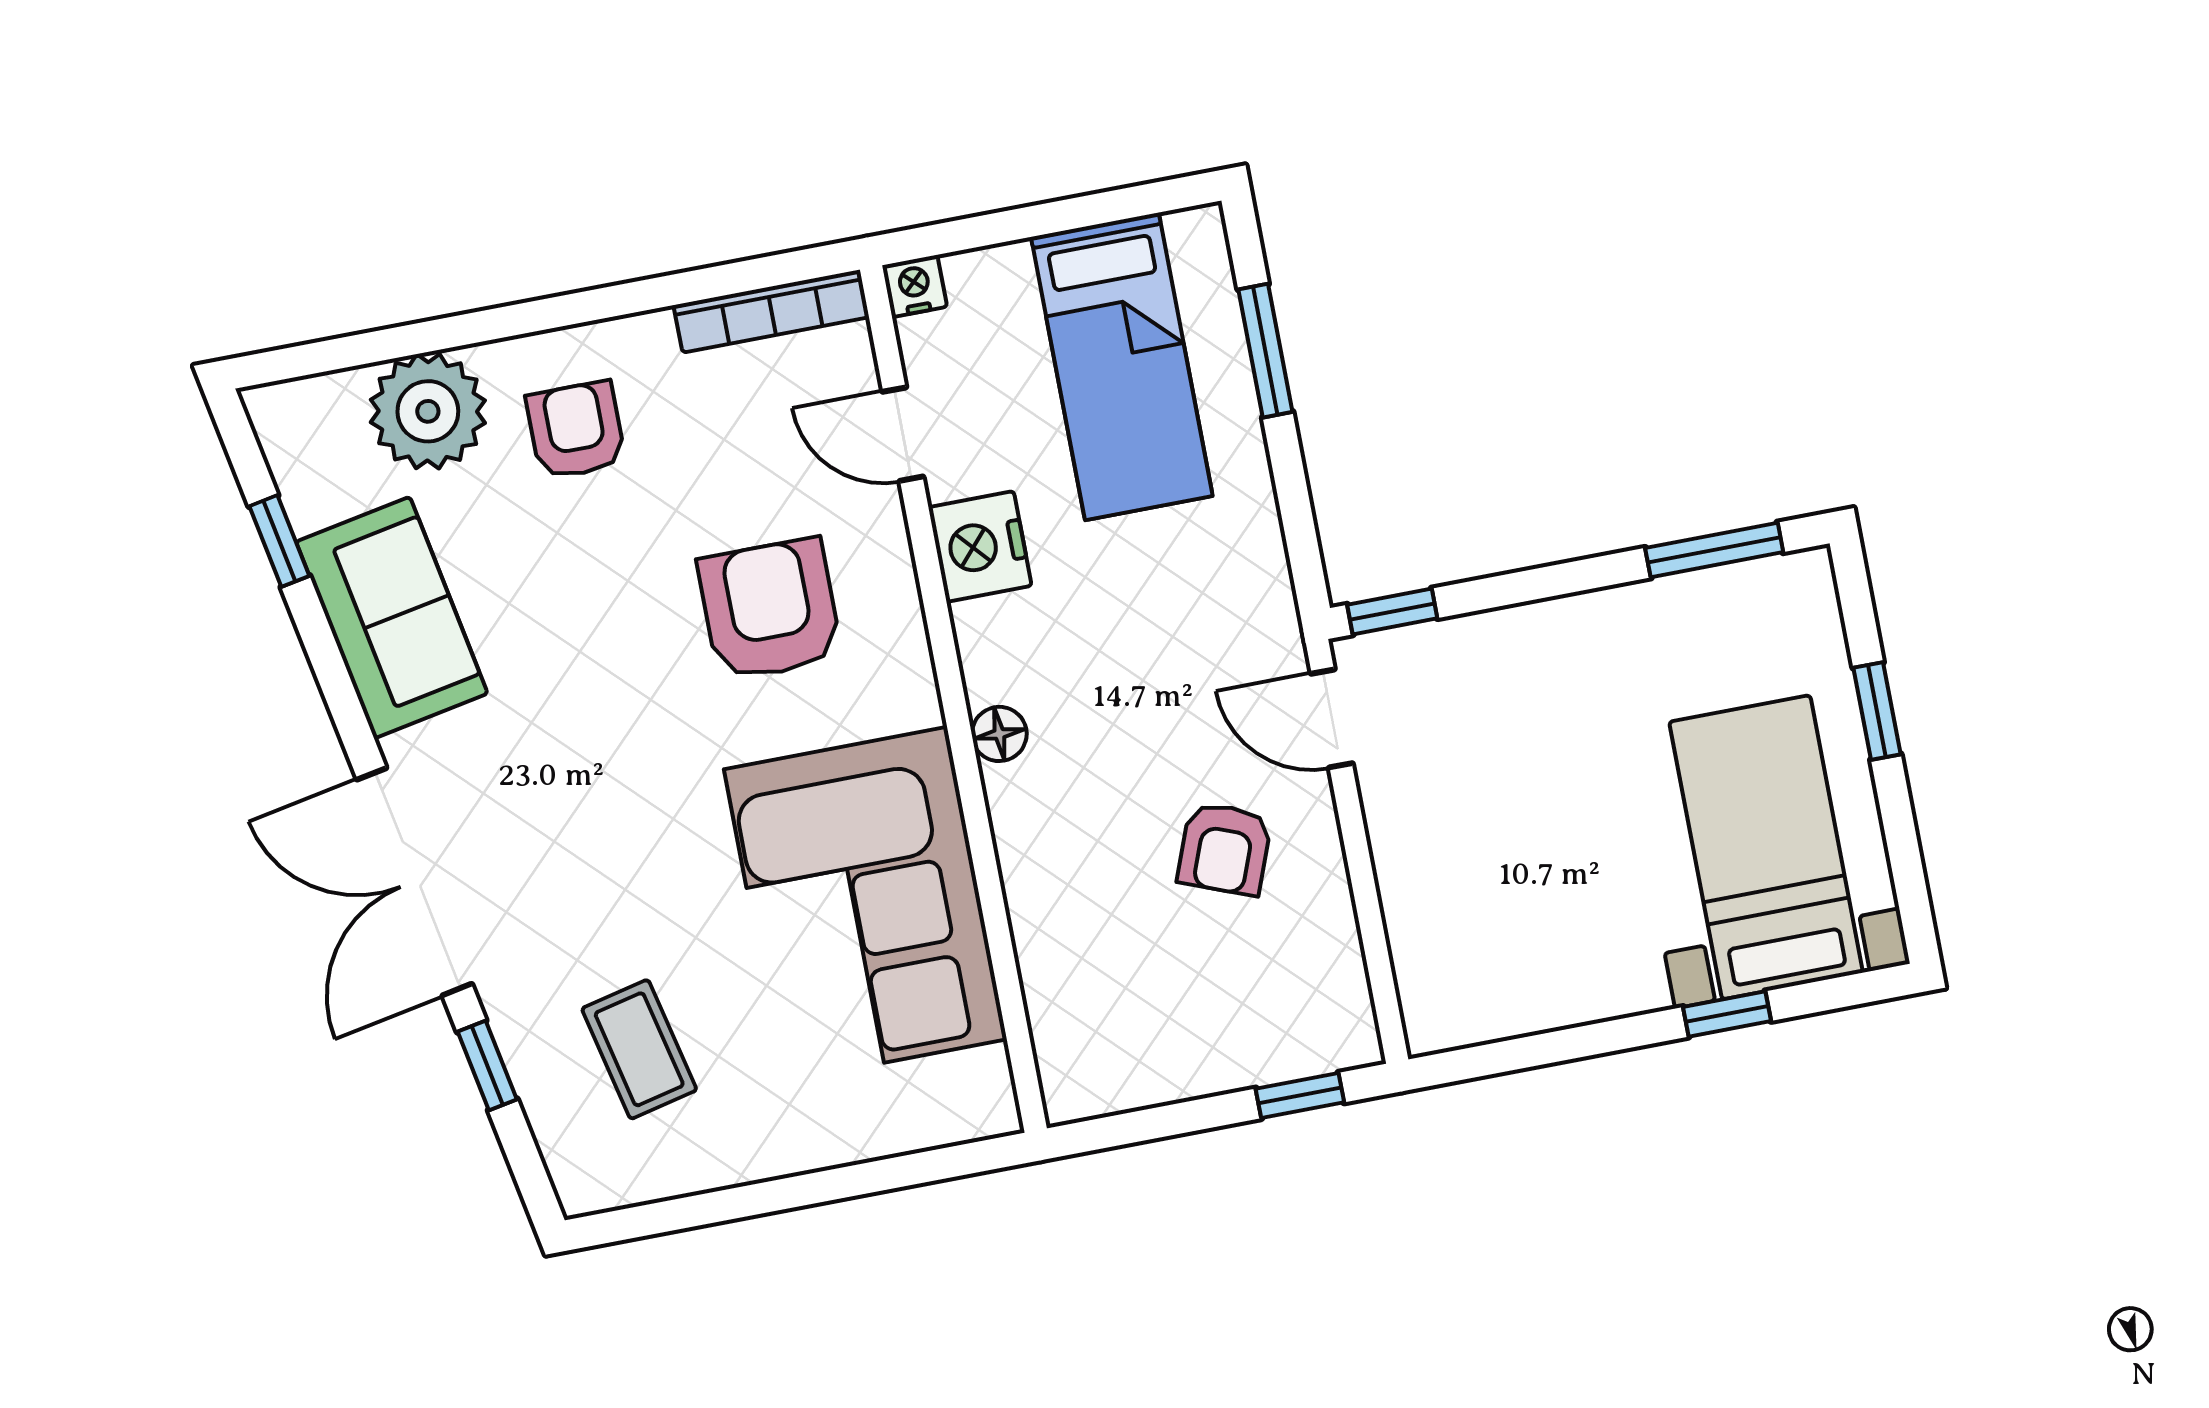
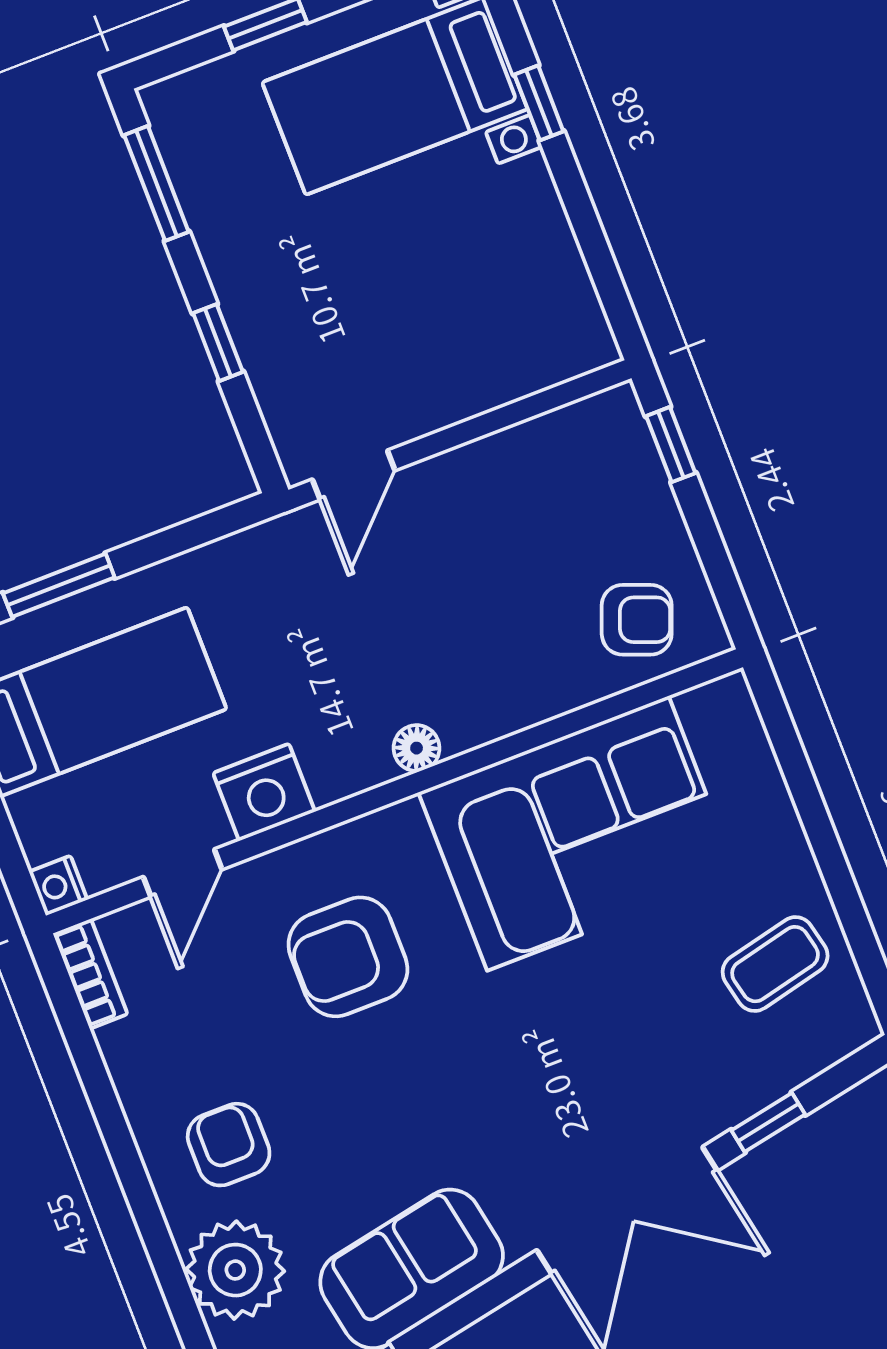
bookcase: (771, 311) -> (90, 974), width x0.64
armchair: (576, 430) -> (229, 1145), turned 90
window: (1392, 611) -> (218, 343), moved
armchair: (1225, 849) -> (637, 620), moved
coffee table: (639, 1049) -> (775, 964), moved

